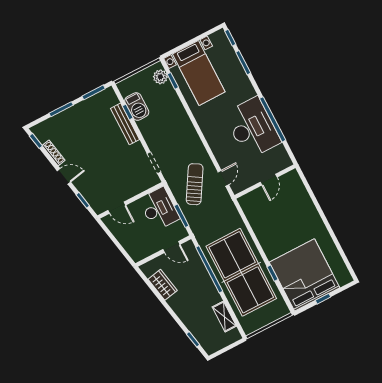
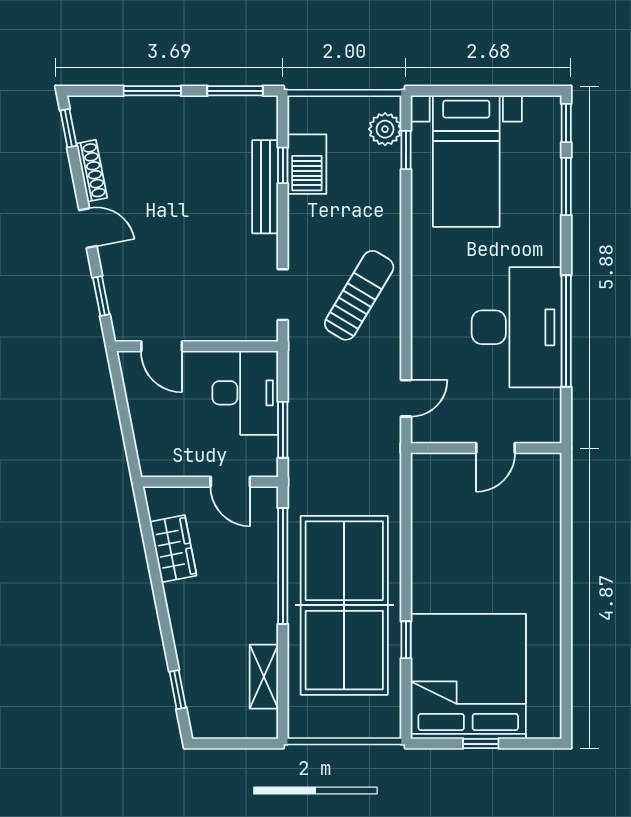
sun lounger: (195, 184) -> (359, 295), moved

